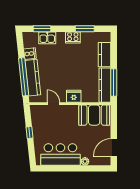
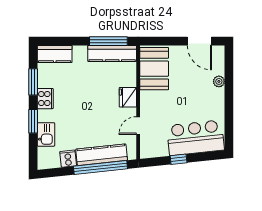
window: (42, 29) -> (33, 121), moved
kitchen counter: (105, 55) -> (55, 54), moved
bar counter: (60, 154) -> (195, 138), moved, turned 84

